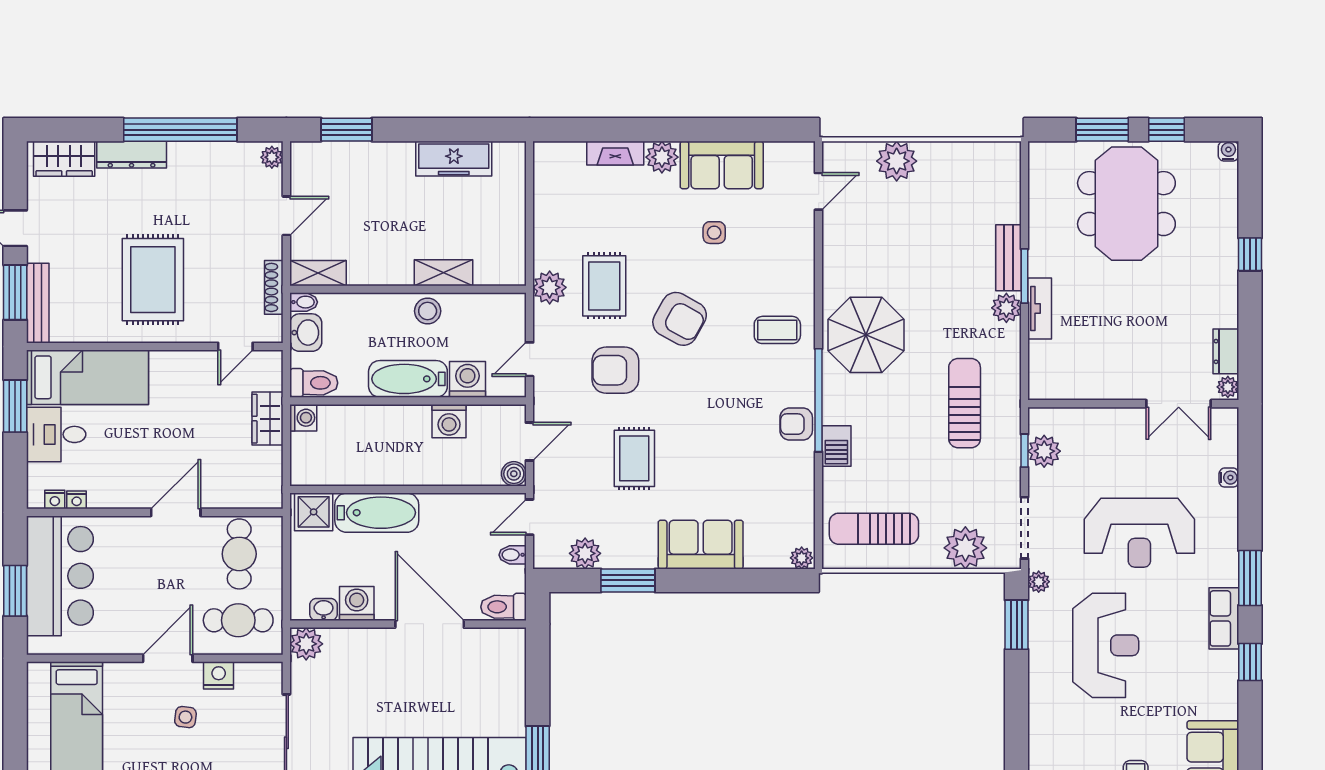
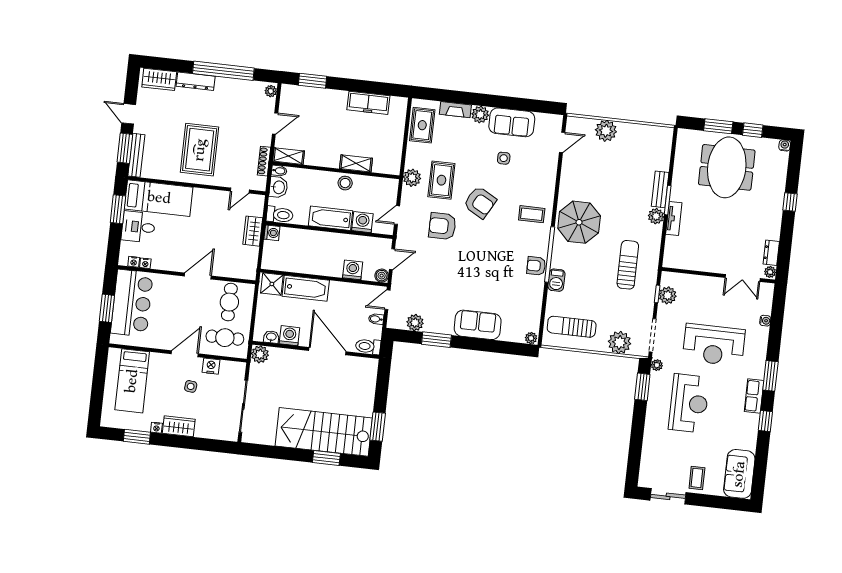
washing machine: (449, 421) -> (353, 270), moved, turned 180
rug: (634, 458) -> (422, 125), moved

